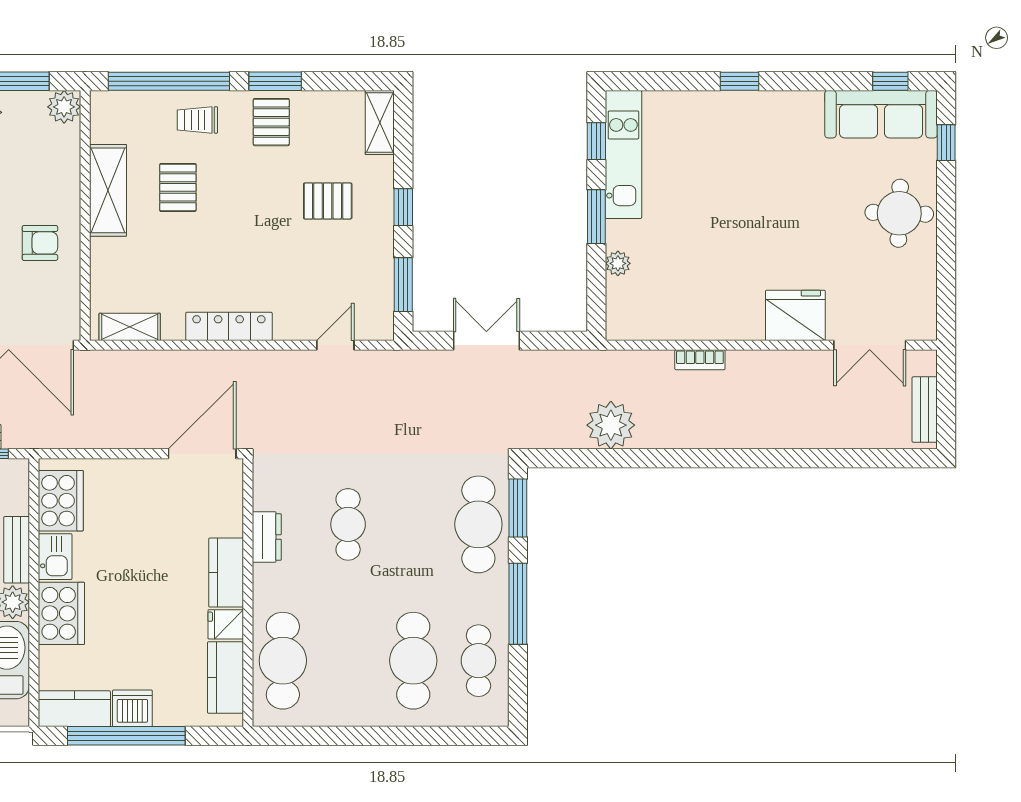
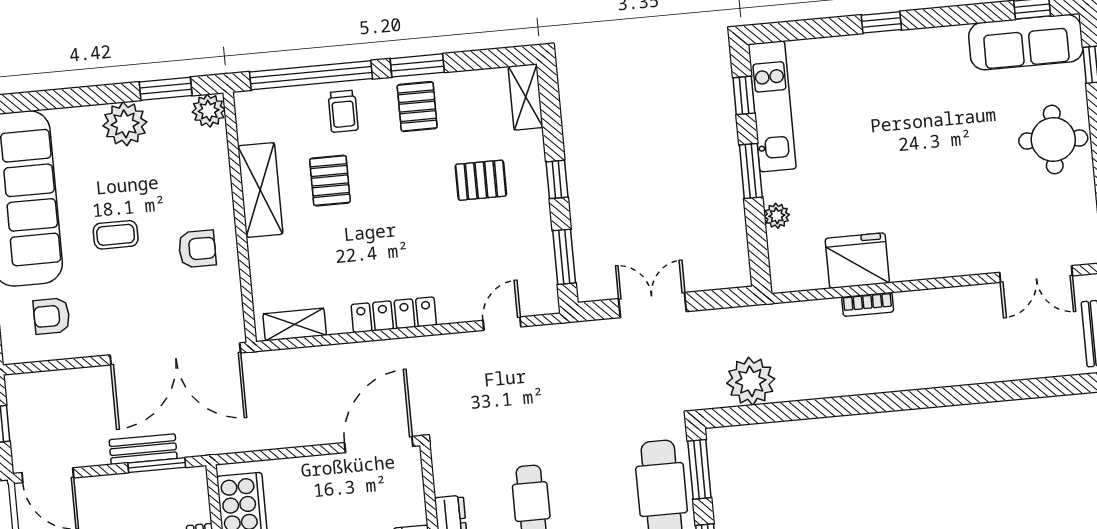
trolley: (197, 120) -> (343, 111), turned -90
fridge: (795, 315) -> (857, 261), moved
plant: (611, 425) -> (751, 381), moved

